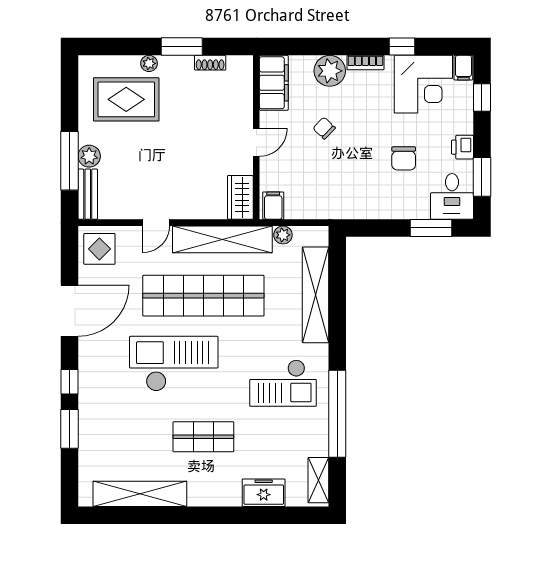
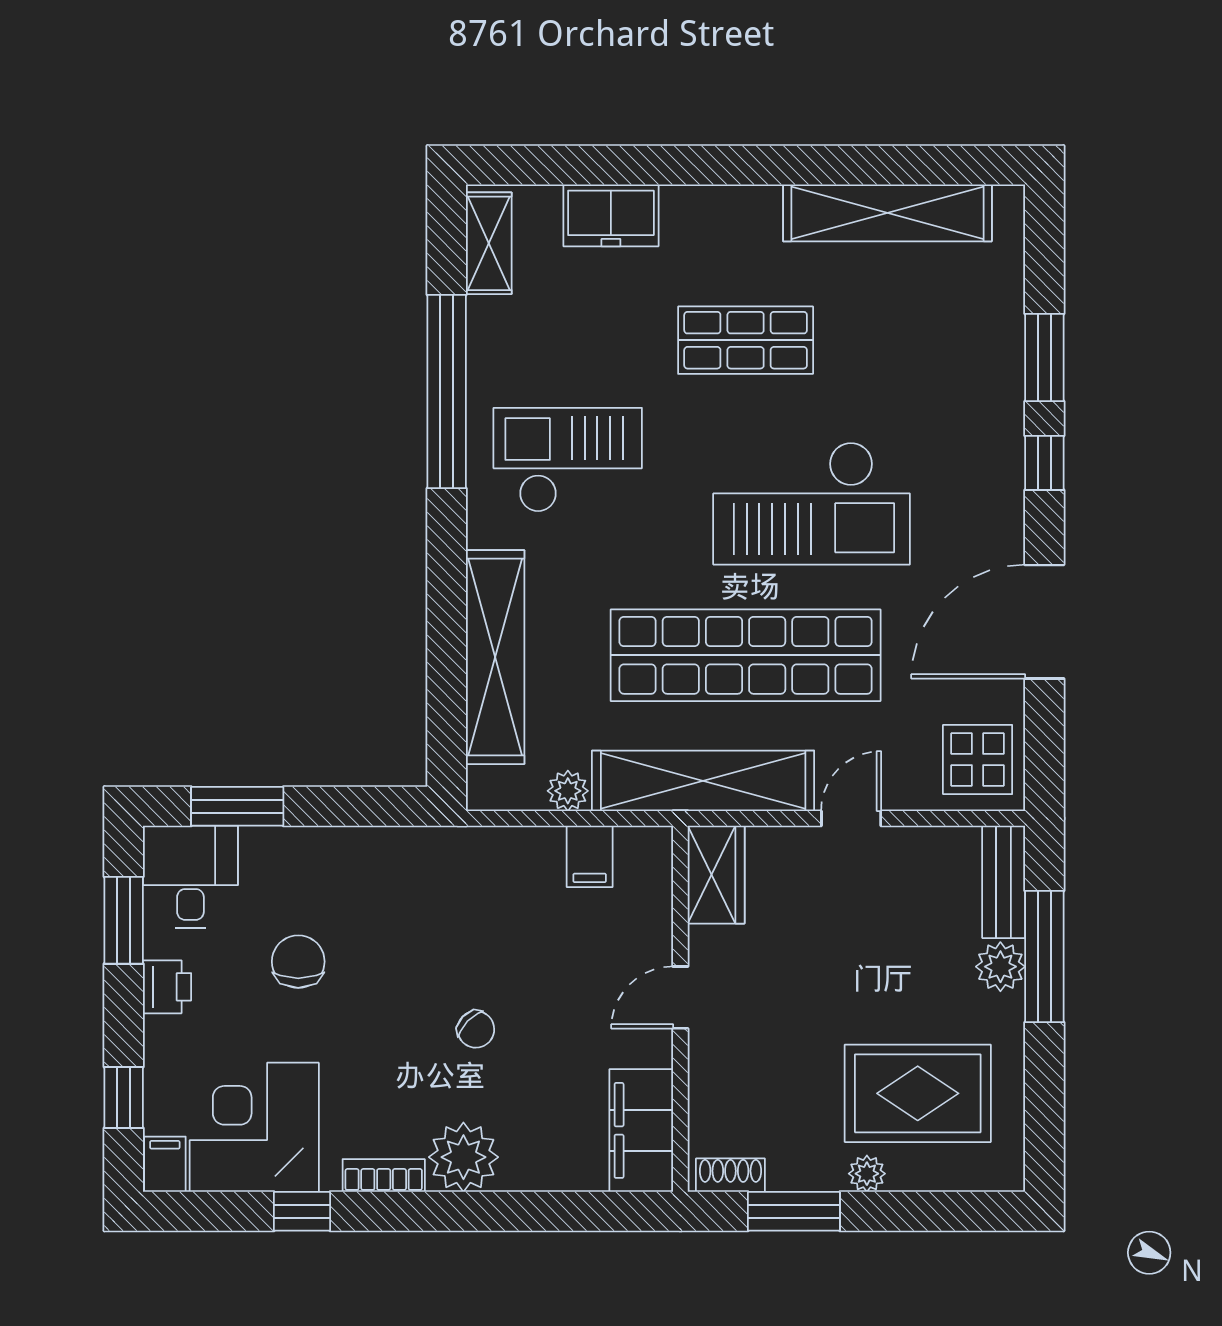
filing cabinet: (274, 83) -> (641, 1130), moved
wall: (256, 137) -> (680, 1009), moved
door: (256, 142) -> (680, 997), moved
wardrobe: (240, 197) -> (716, 875), moved

